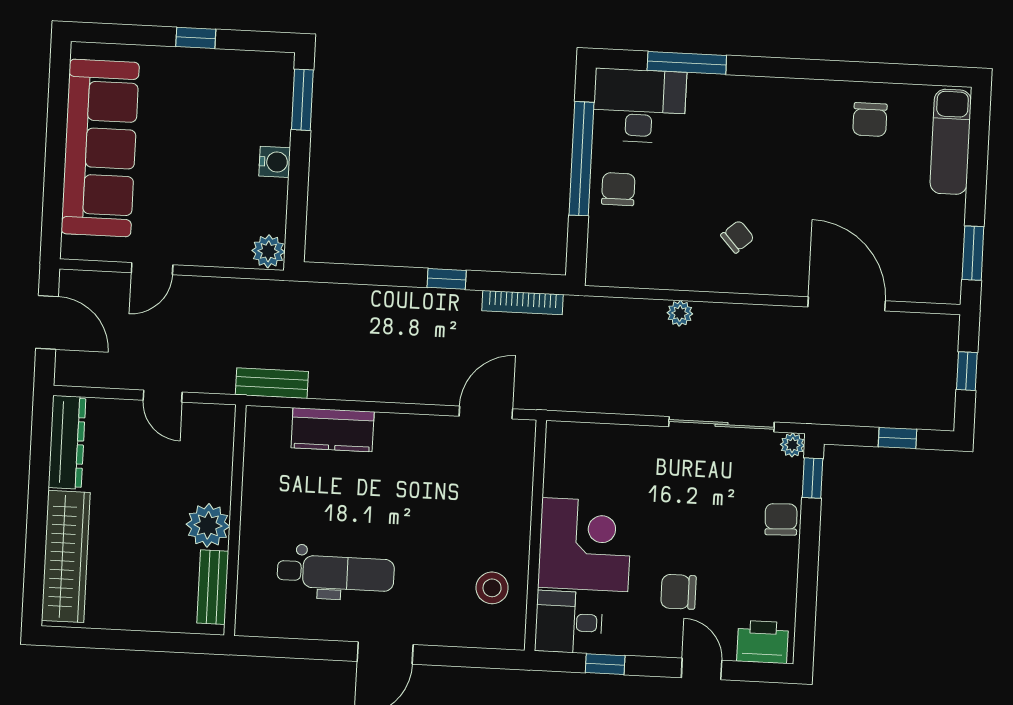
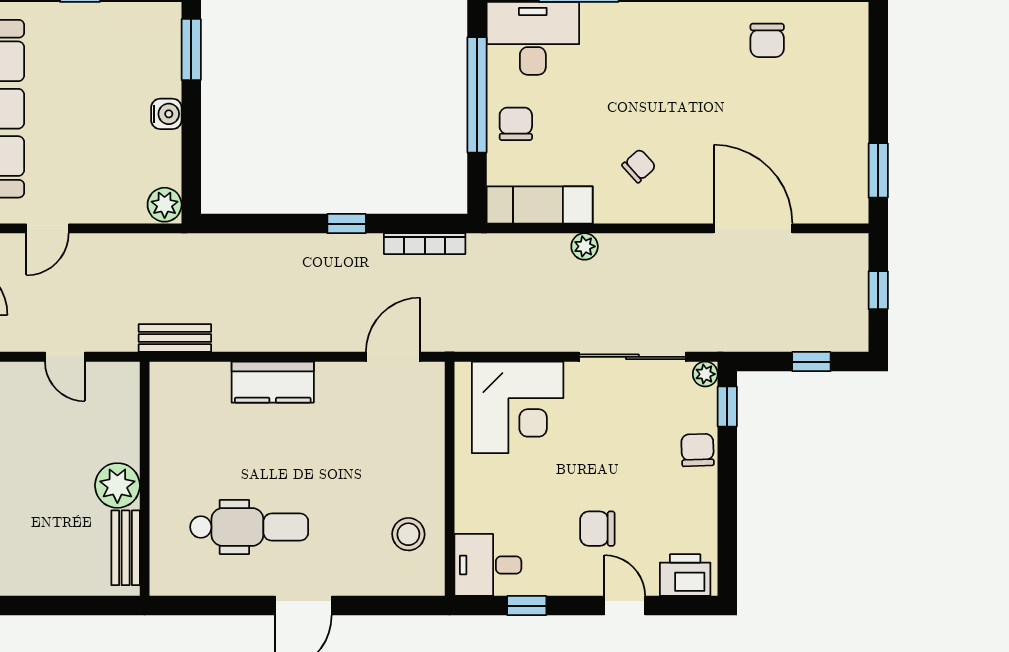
exam couch: (951, 142) -> (540, 205), moved, turned 90
kitchen counter: (333, 430) -> (273, 382), moved
corner desk: (585, 545) -> (518, 407), moved, turned 90

